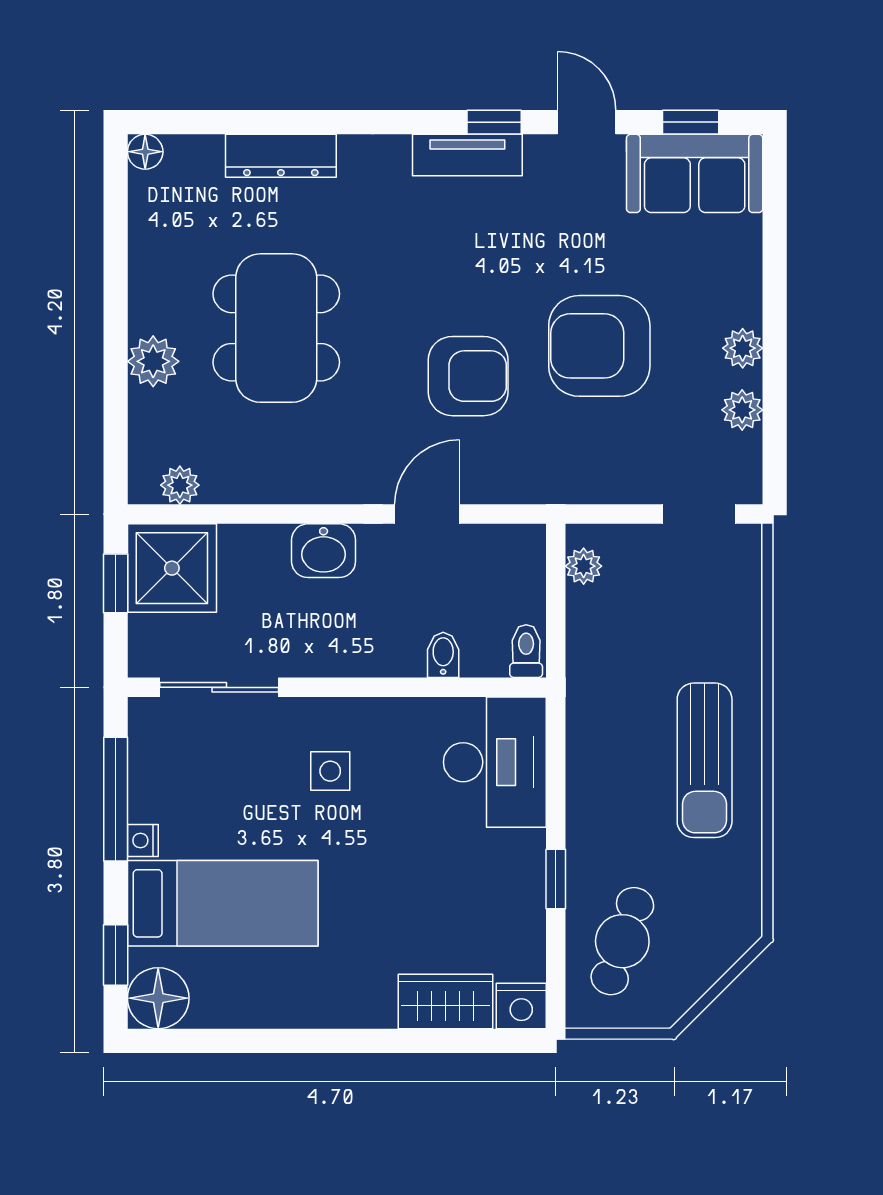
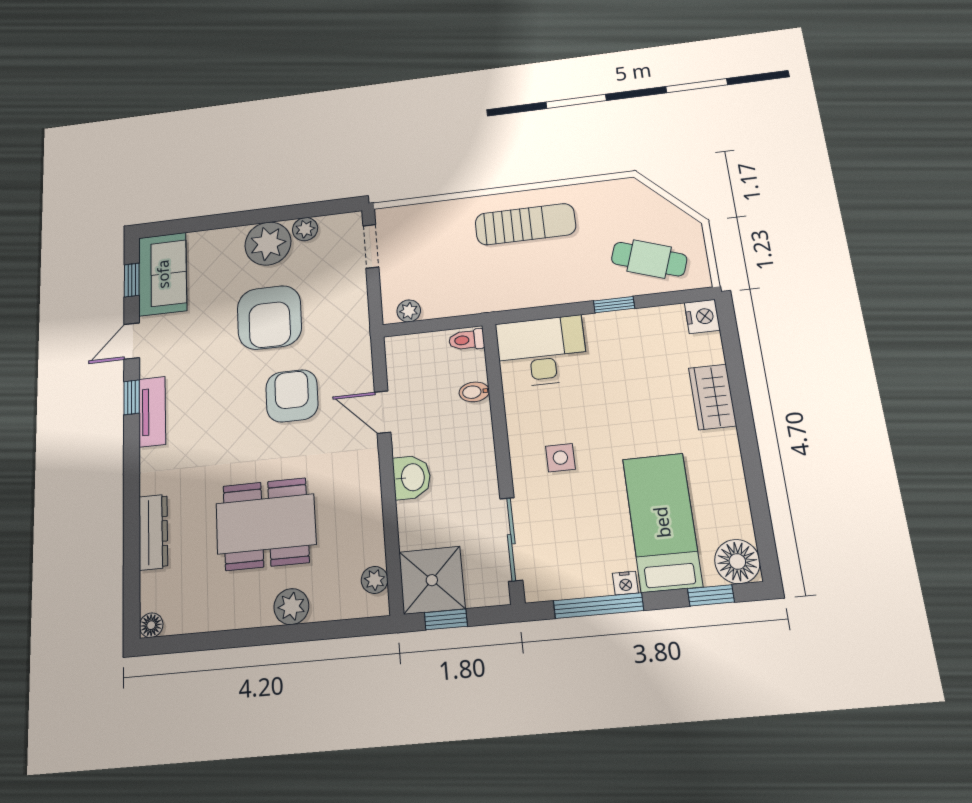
plant: (743, 348) -> (268, 244), width x1.88, depth x1.88
wardrobe: (445, 1001) -> (713, 397), moved

